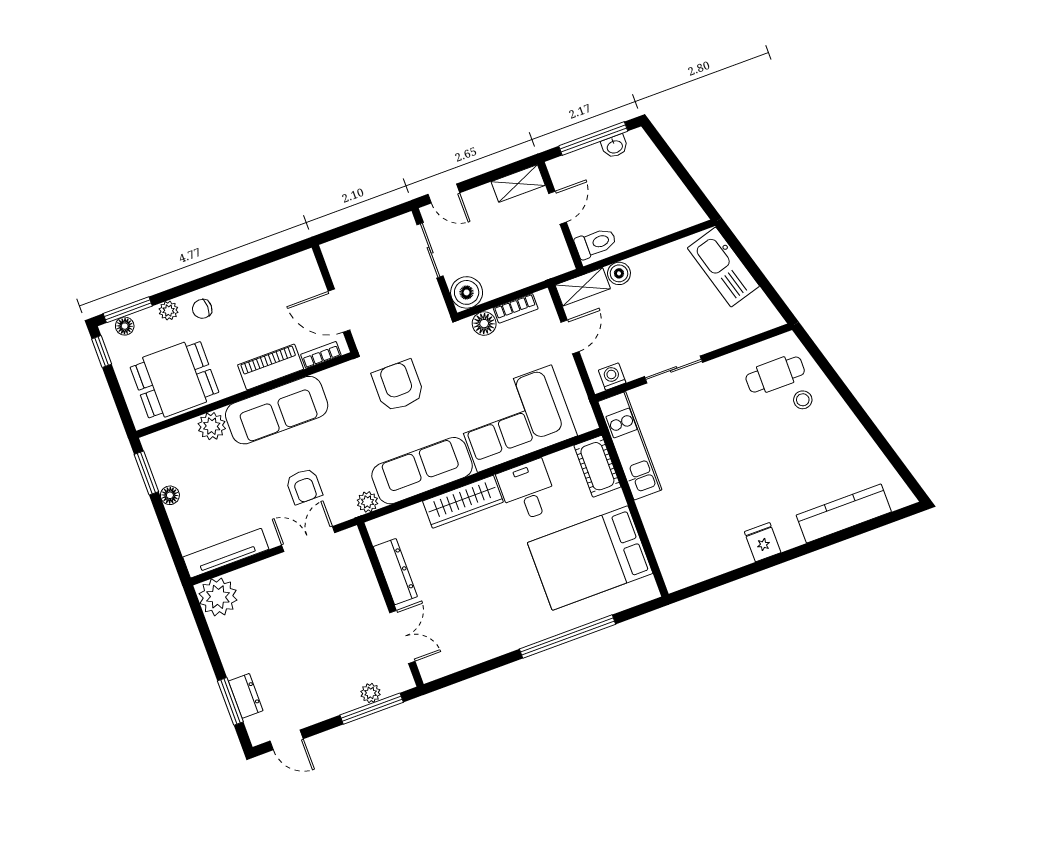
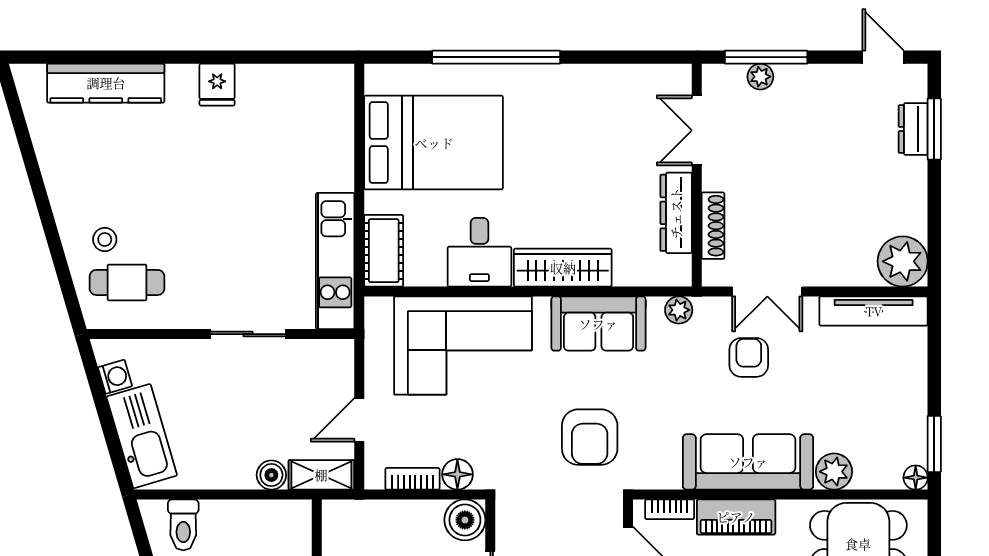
toilet: (596, 243) -> (183, 525), moved, turned -90
washing machine: (612, 377) -> (115, 377), moved, turned -106
sofa: (422, 471) -> (598, 324), width x0.73
floor lamp: (170, 495) -> (916, 478), moved
shoe rack: (365, 572) -> (713, 226), added

